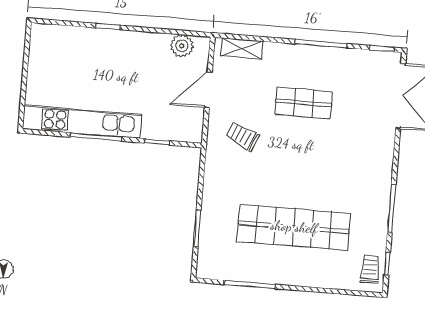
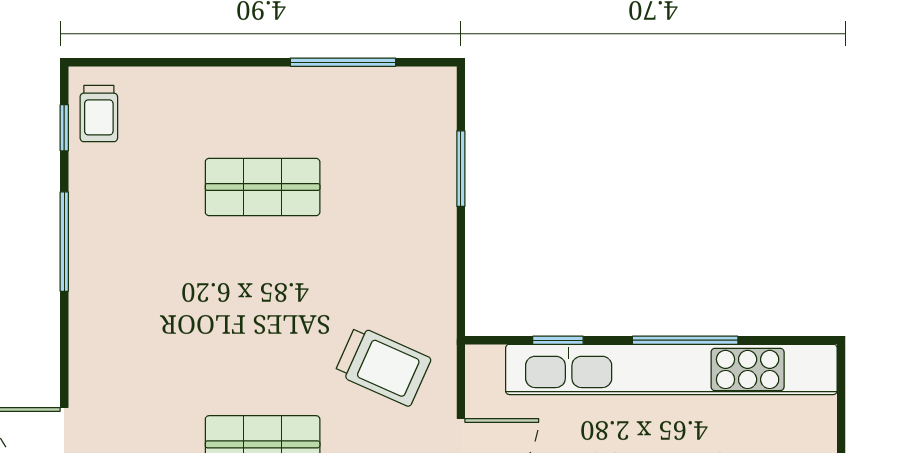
kitchen unit: (82, 122) -> (671, 369), width x1.36
trolley: (243, 136) -> (383, 366), width x1.36, depth x1.39
shop shelf: (294, 227) -> (263, 187), width x0.50, depth x0.74

